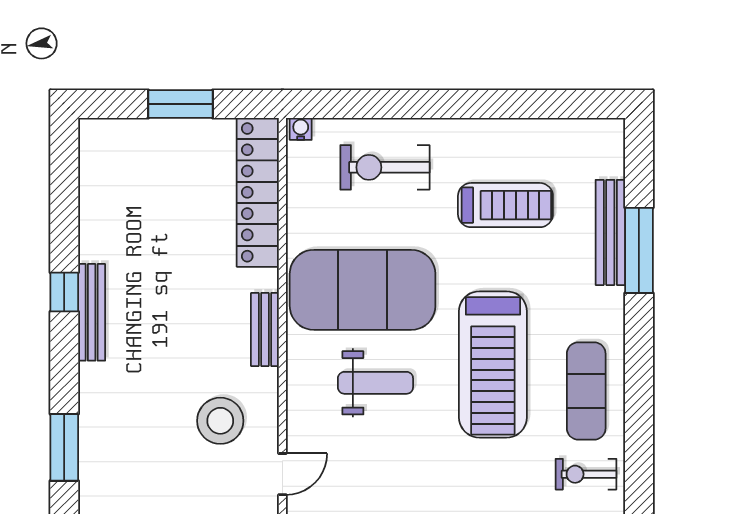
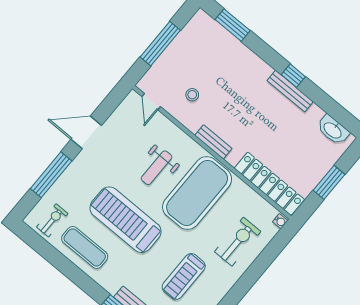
washbasin: (97, 164) -> (333, 130), added
bench: (92, 312) -> (290, 91), moved
stool: (220, 421) -> (192, 95), width x0.53, depth x0.53

